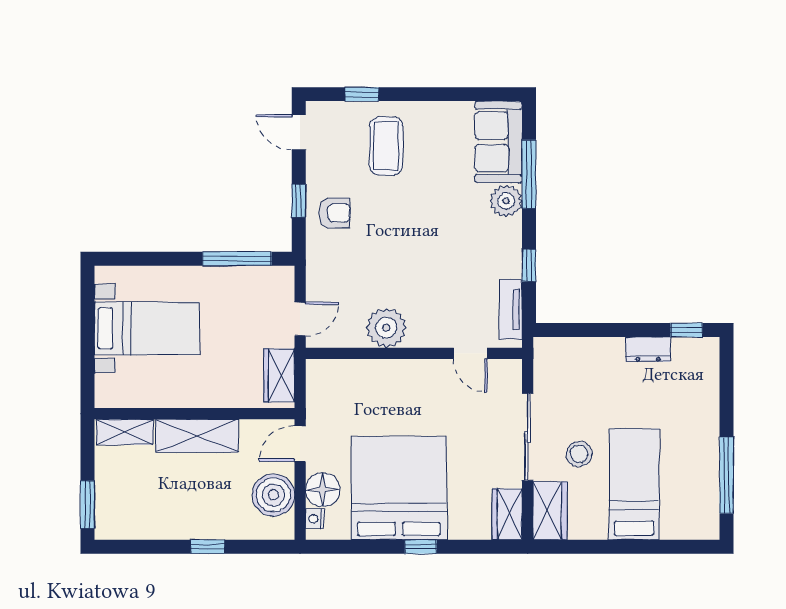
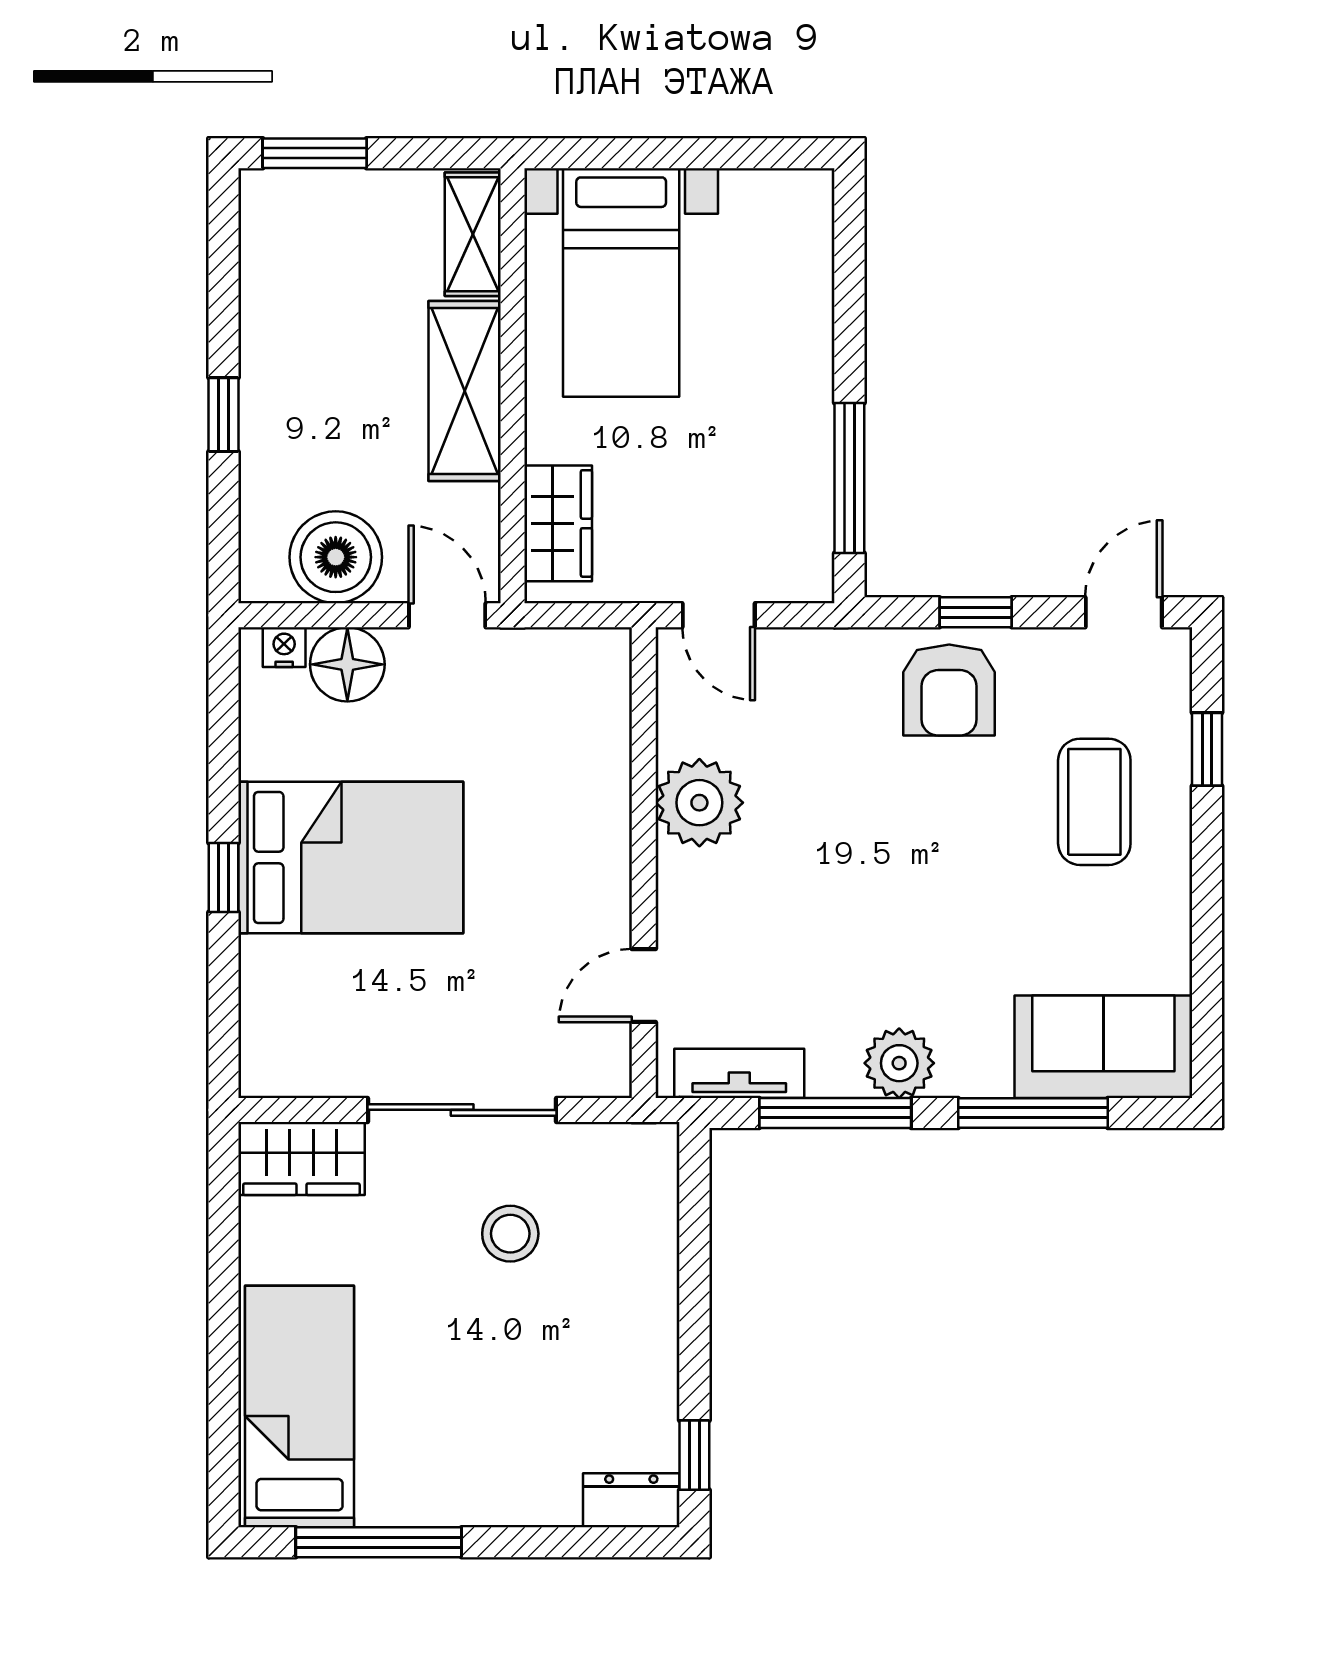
coffee table: (386, 146) -> (1094, 802), turned 90
plant: (506, 201) -> (899, 1063), moved
armchair: (334, 213) -> (949, 690), width x1.38, depth x1.38
window: (529, 265) -> (835, 1113), width x2.17
bed with nightstands: (147, 328) -> (621, 283), moved
dresser: (648, 349) -> (631, 1500), moved, turned 90
wardrobe: (279, 375) -> (558, 523), moved, turned 90
stool: (579, 454) -> (510, 1234), moved
bed: (634, 484) -> (300, 1406), moved, turned -90
bed: (399, 488) -> (351, 858), width x0.73
wardrobe: (507, 514) -> (294, 1066), removed

